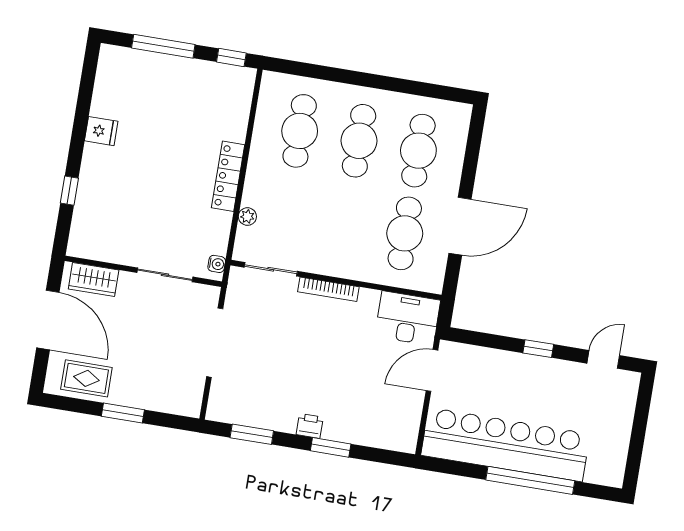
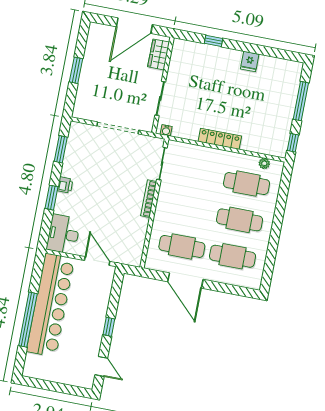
plant: (247, 217) -> (264, 163), moved
desk: (408, 318) -> (63, 234), moved, turned 180
rug: (86, 378) -> (98, 48), removed

